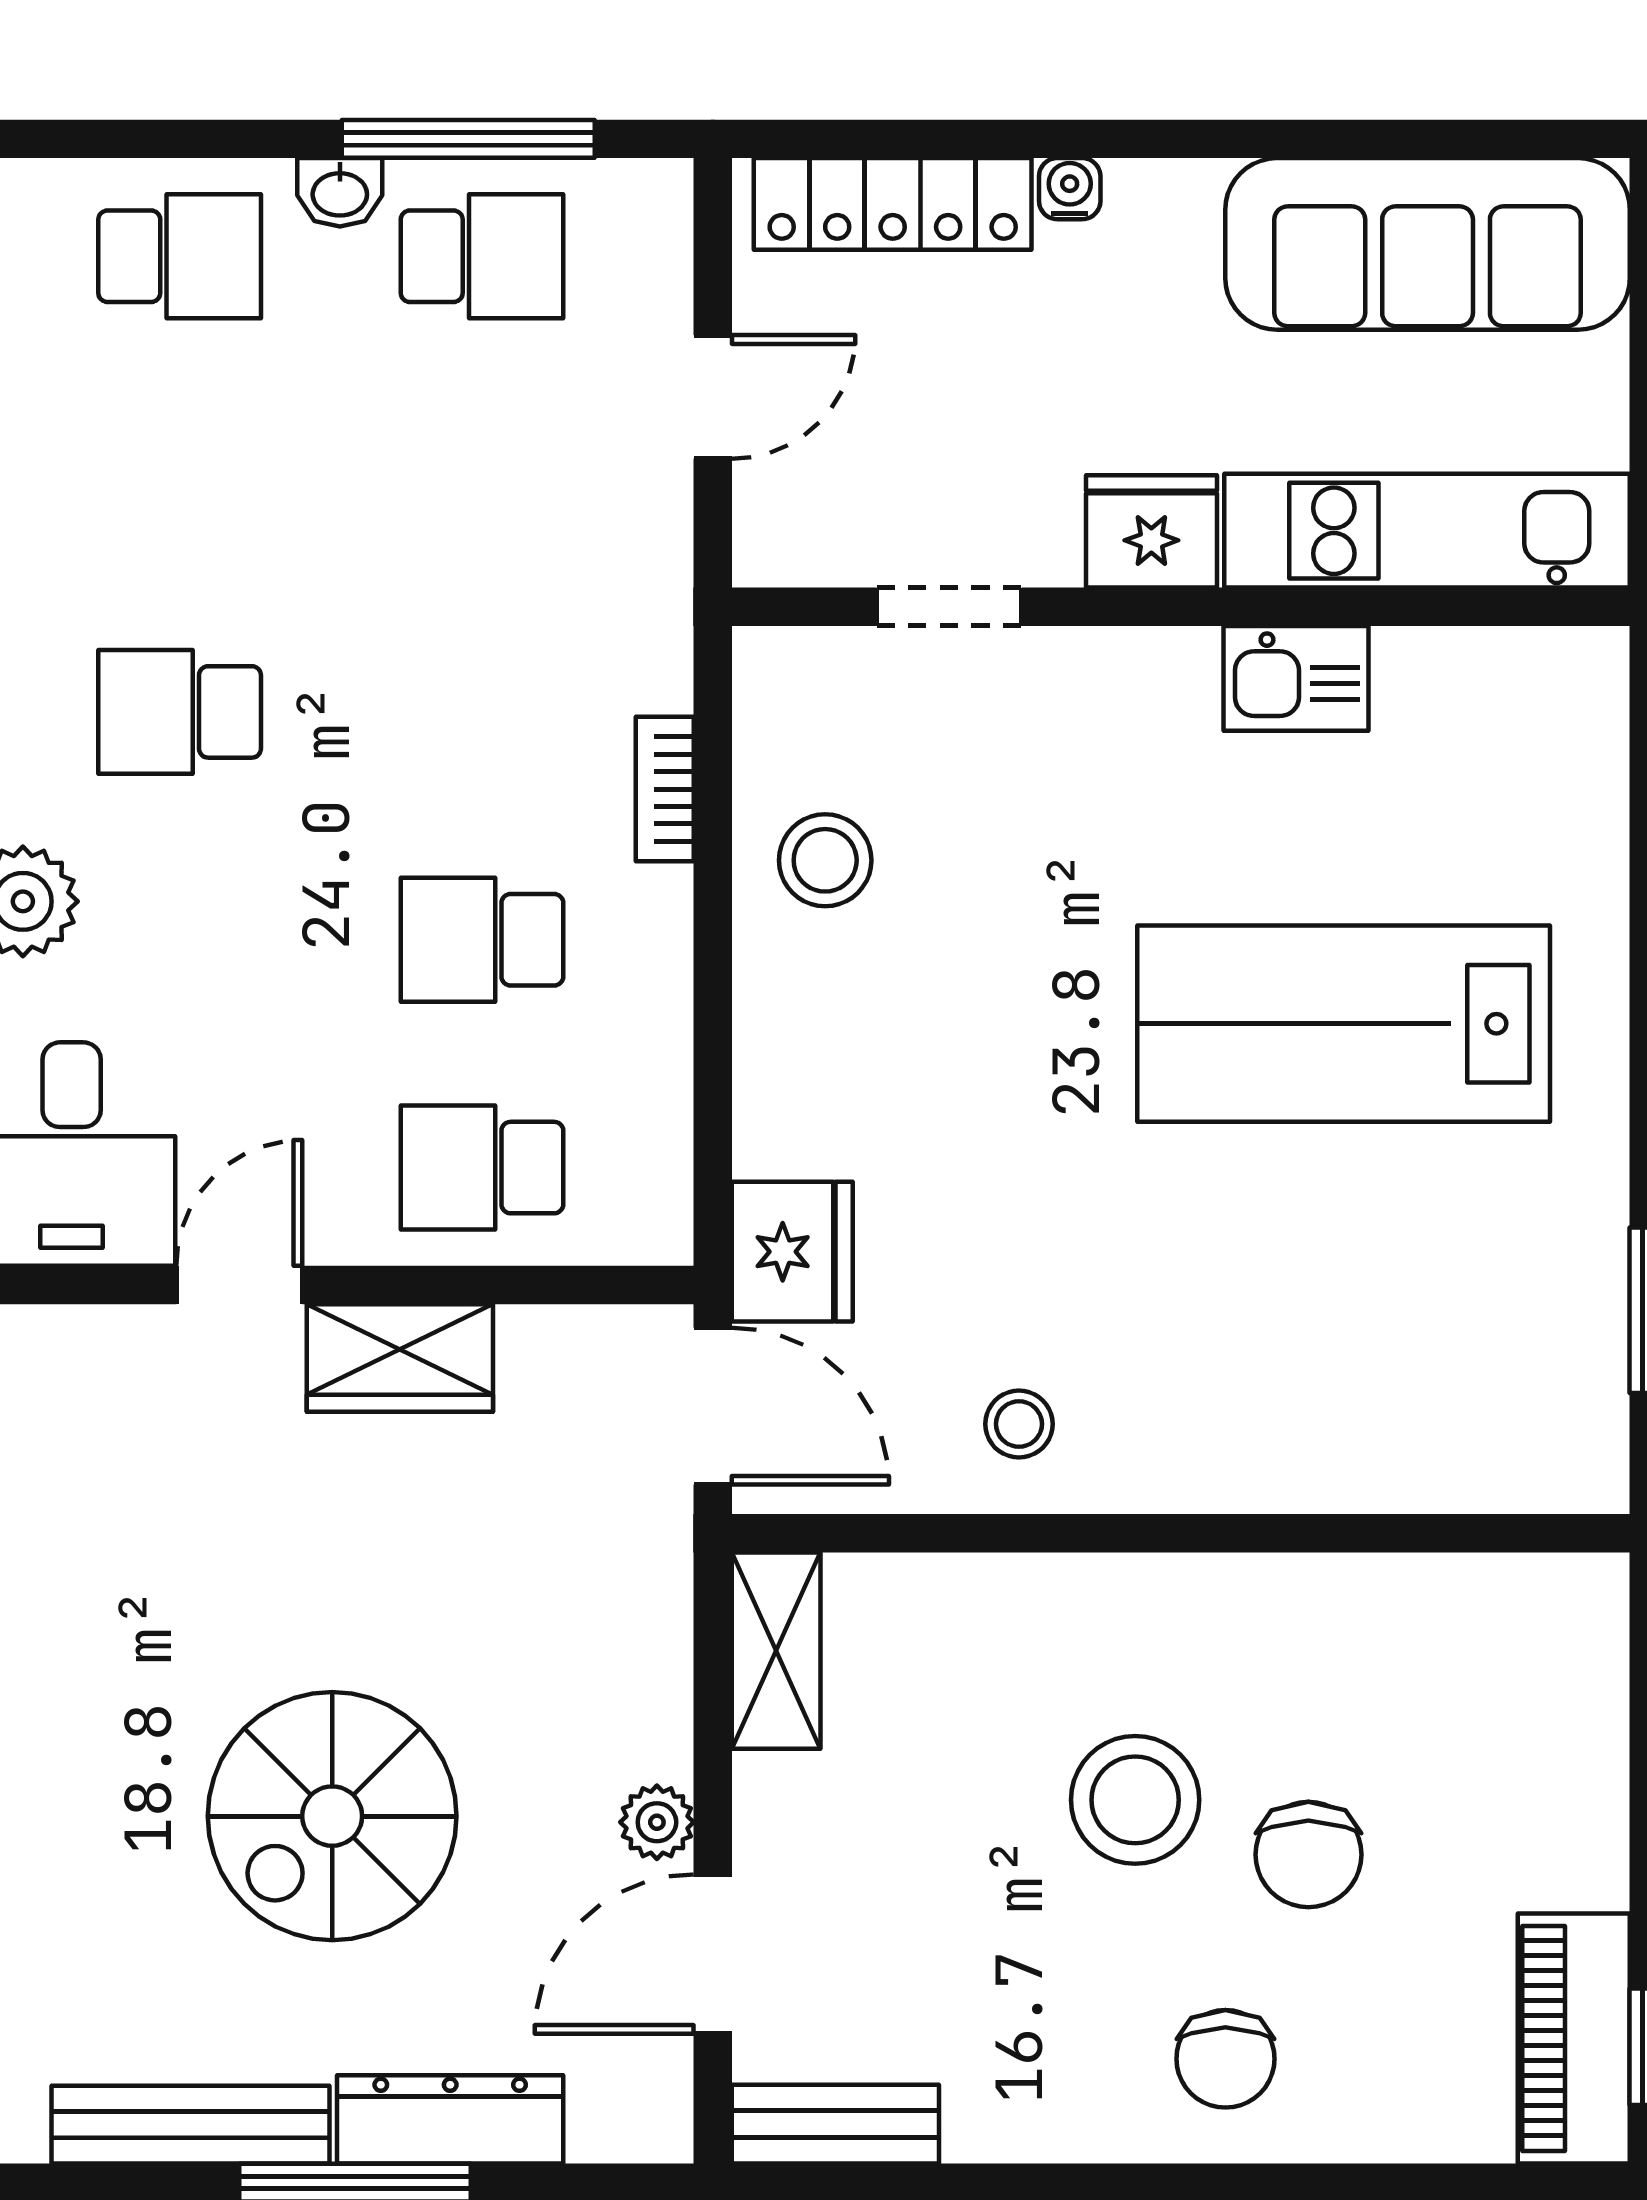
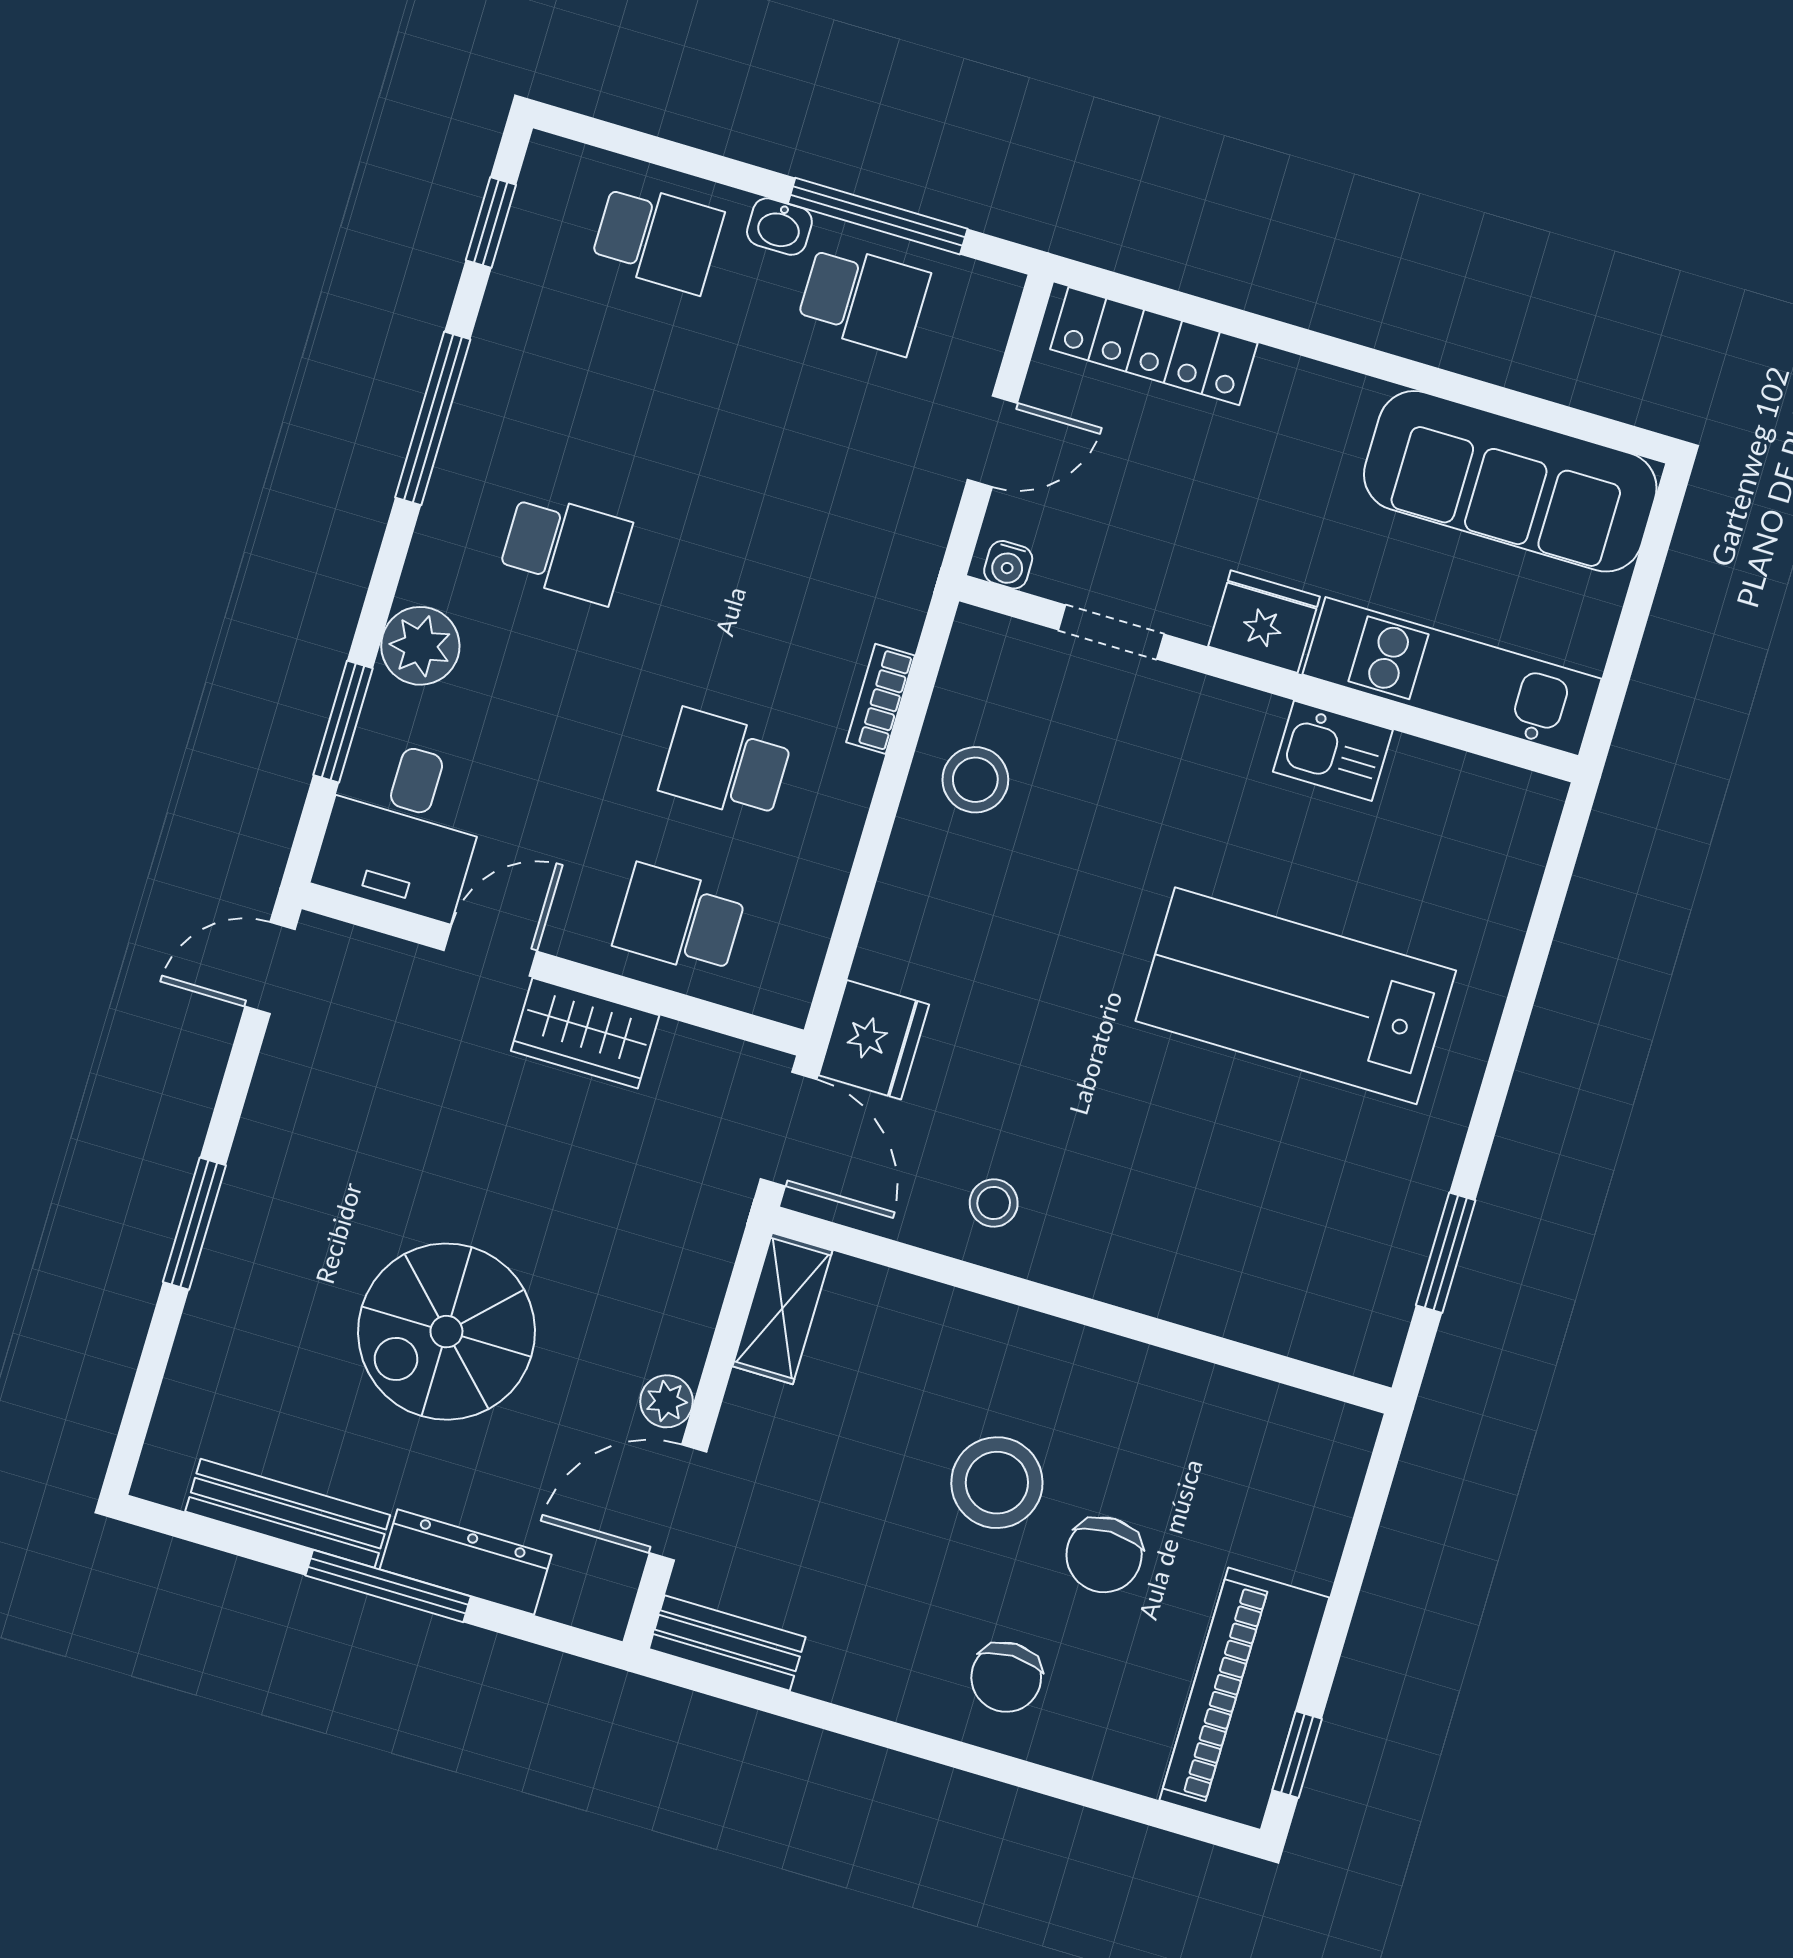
water cooler: (1070, 189) -> (1008, 565), moved, turned 180
school desk: (180, 712) -> (565, 548), turned 180
piano: (1574, 2038) -> (1244, 1699), width x1.37, depth x1.33

